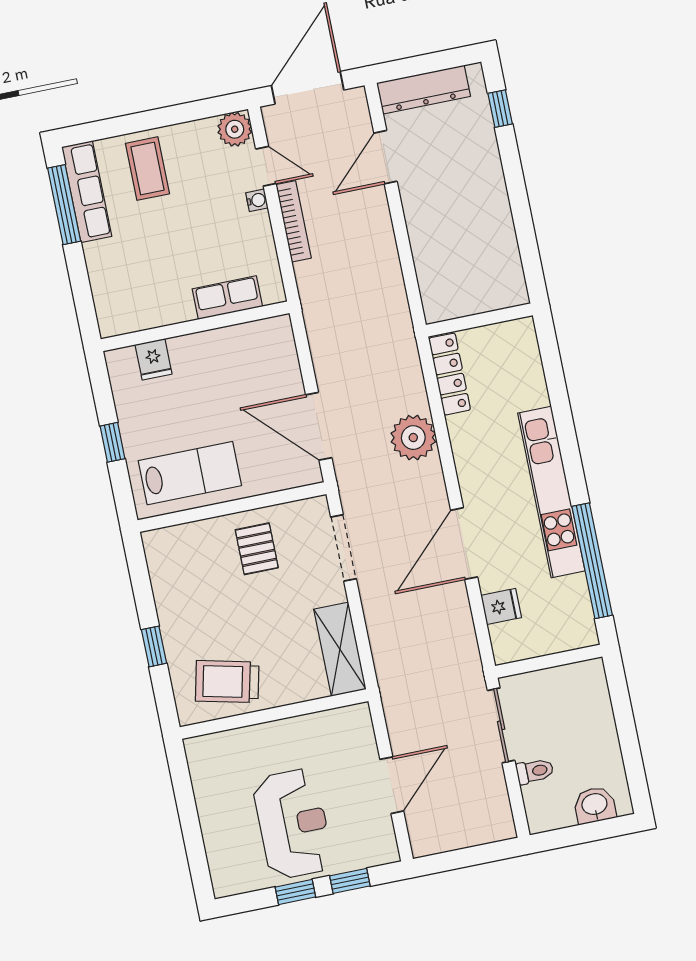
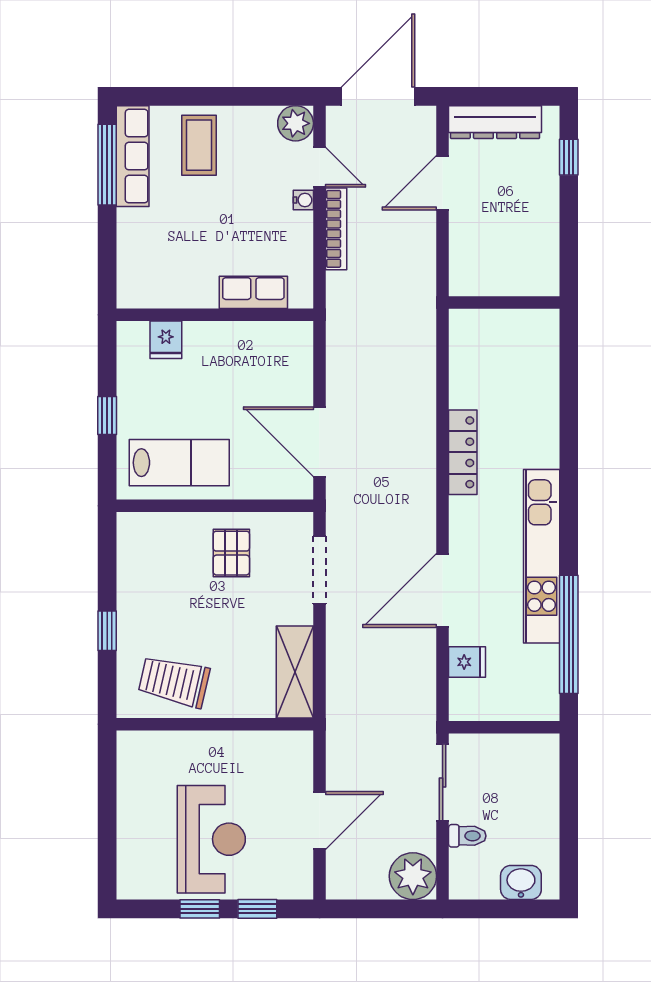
wall: (479, 320) -> (504, 303), moved
locker: (450, 374) -> (463, 452), moved
plant: (413, 438) -> (413, 876), moved

